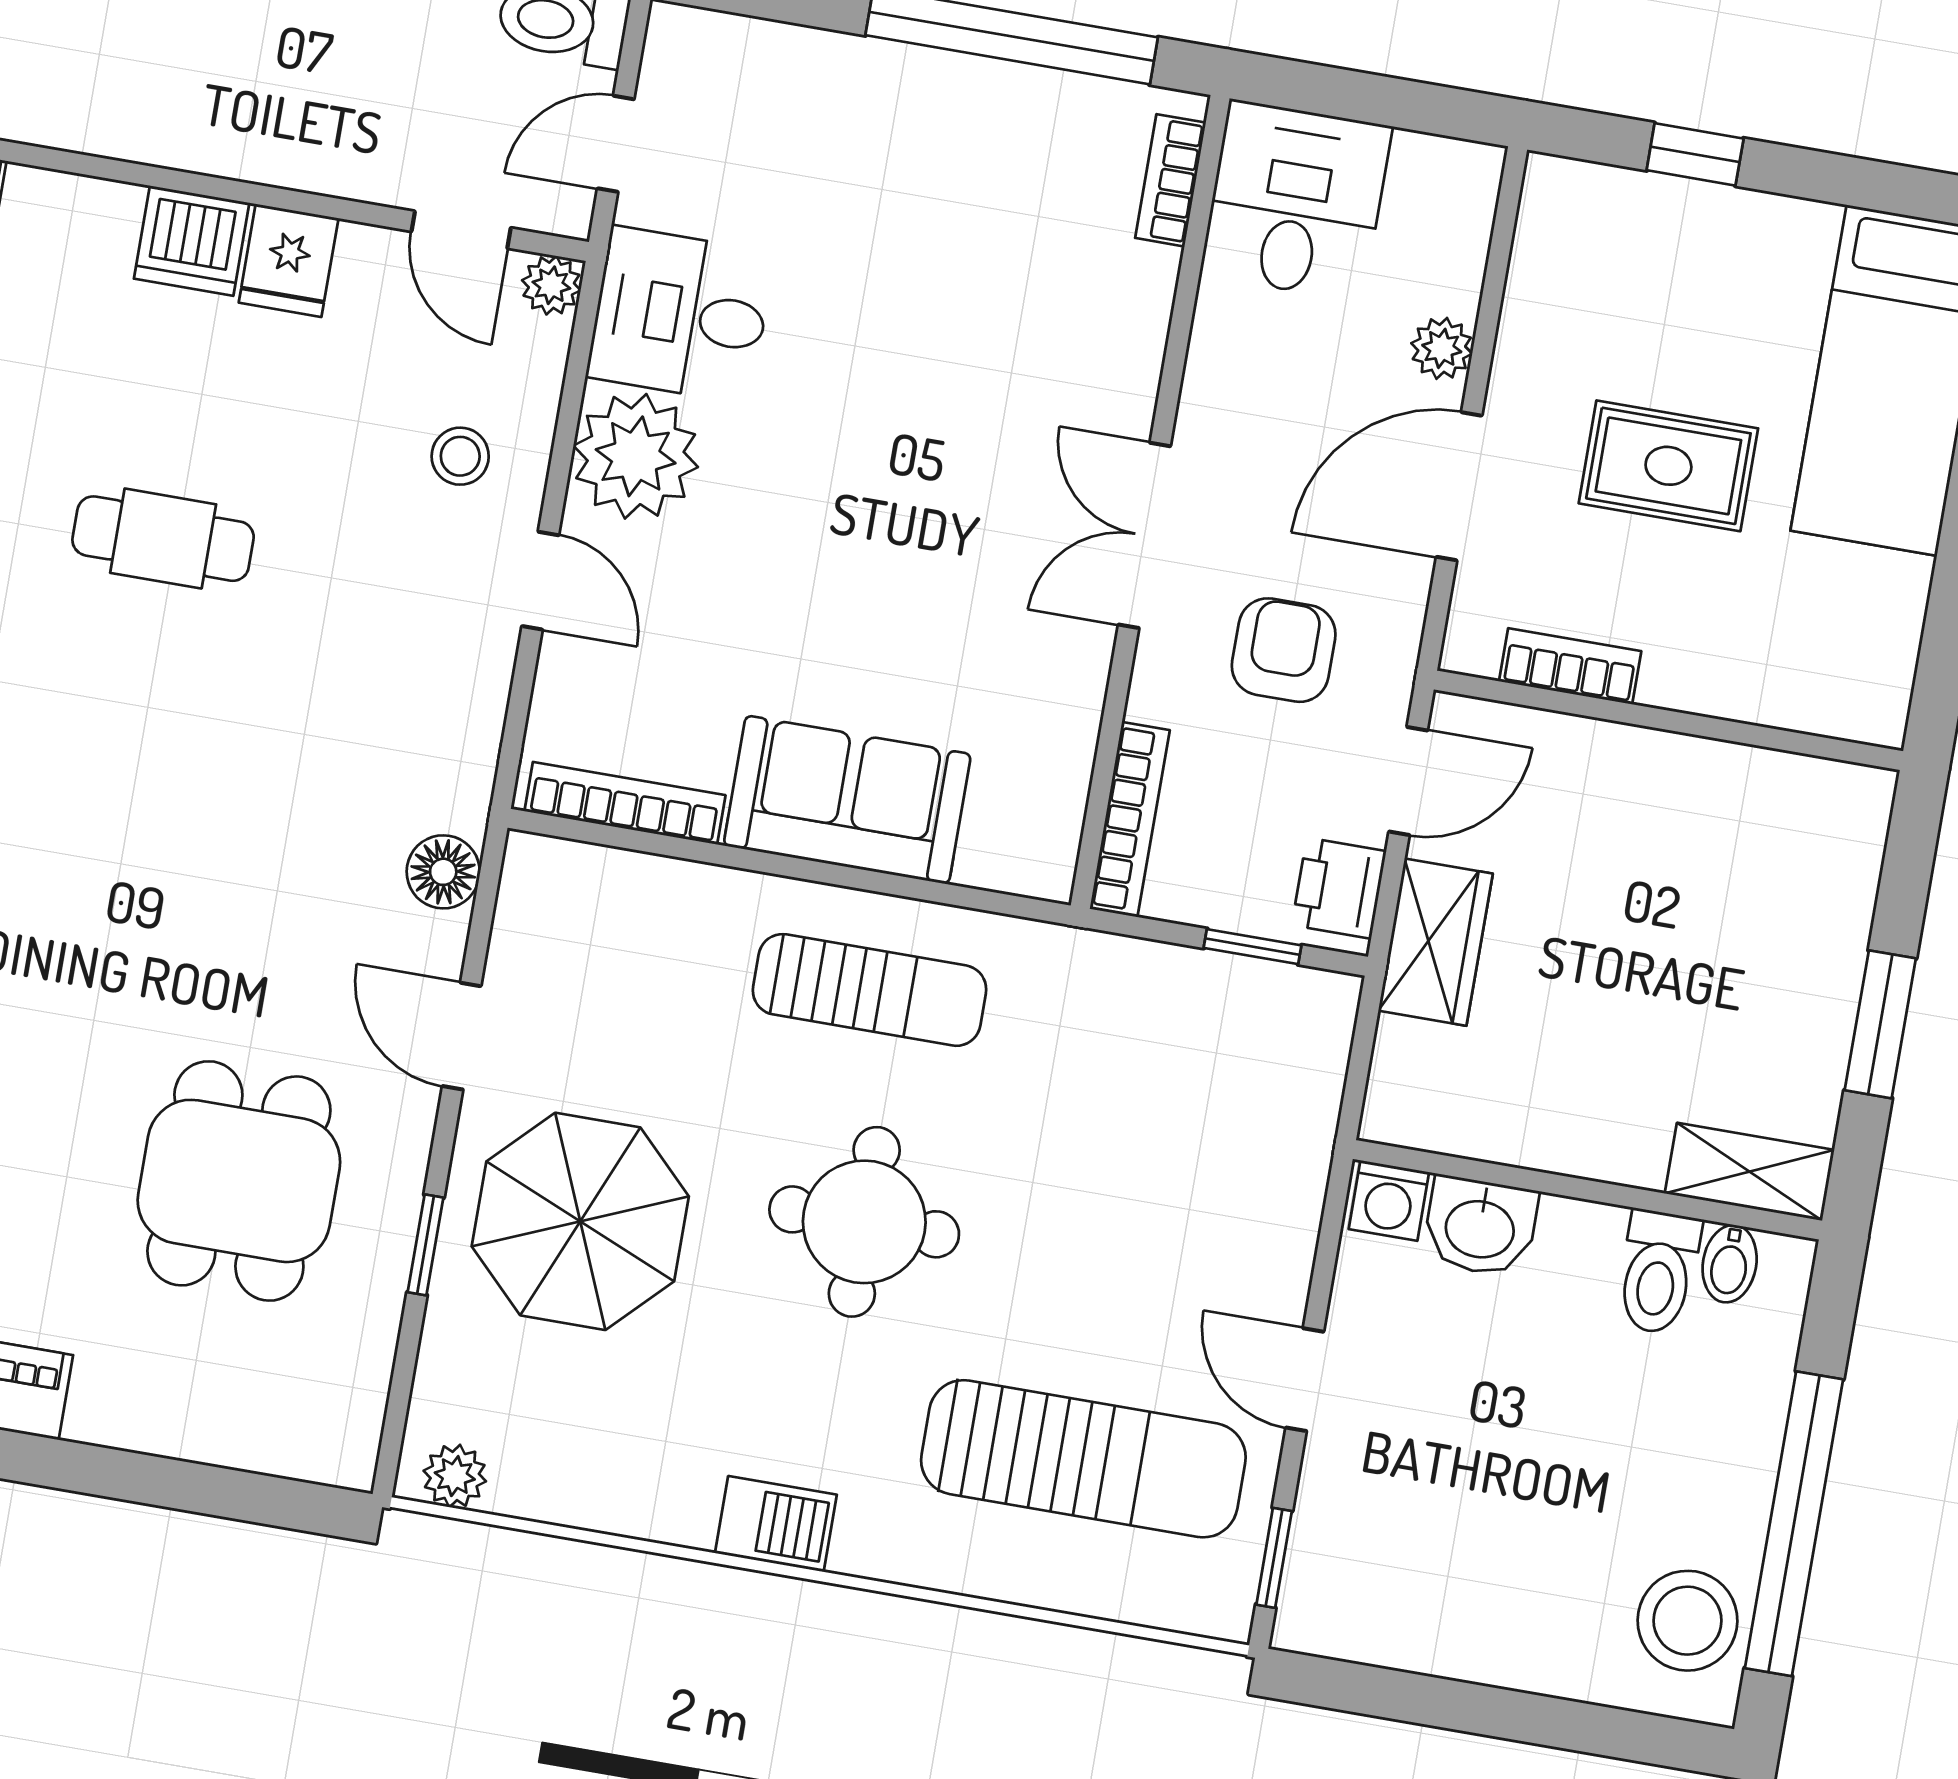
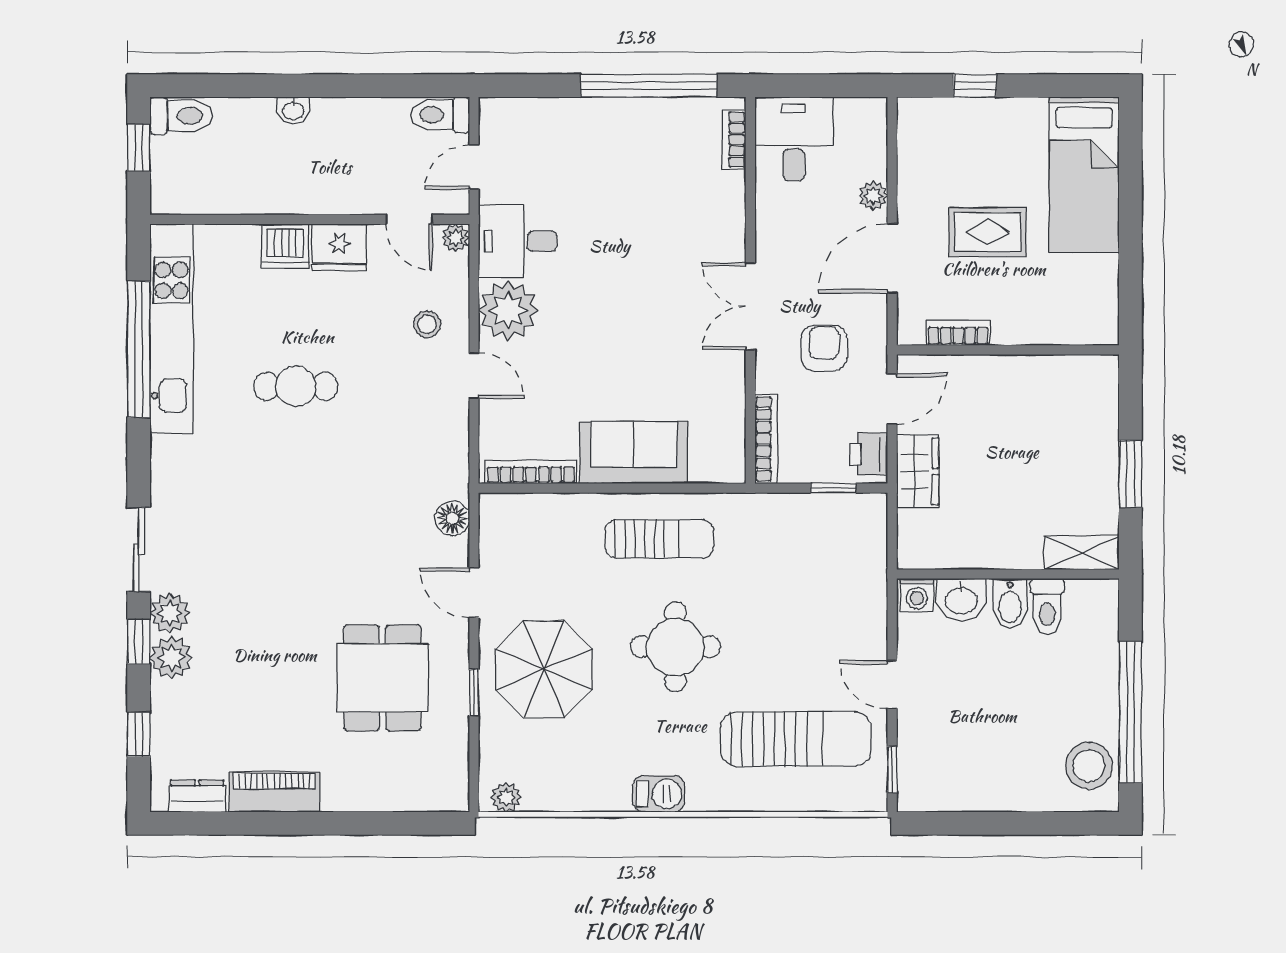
fridge: (289, 260) -> (339, 247), width x1.38
bidet: (1730, 1264) -> (1010, 603), moved, width x1.38, depth x1.36

